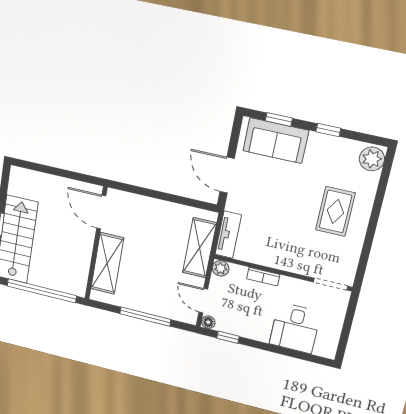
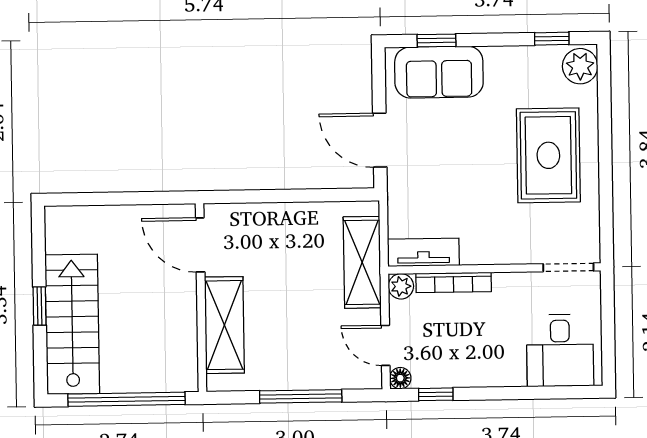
window: (328, 130) -> (552, 39), moved
rug: (335, 211) -> (548, 155), width x1.36, depth x1.43
tv unit: (228, 235) -> (423, 252), moved, turned -90
bookcase: (263, 277) -> (454, 282), width x1.56
desk: (295, 328) -> (560, 350), moved

